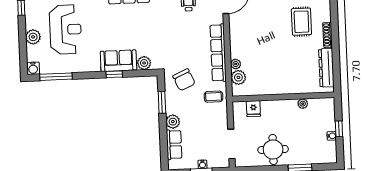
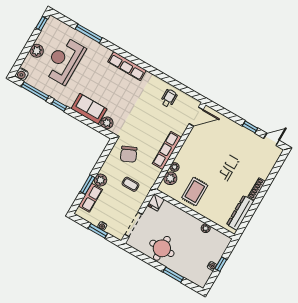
rug: (301, 22) -> (195, 191), moved
reception desk: (65, 29) -> (64, 61), turned 180
row of seats: (218, 53) -> (167, 150), width x0.73
window: (114, 74) -> (59, 105), moved
coffee table: (214, 97) -> (131, 184), moved
window: (162, 102) -> (88, 185), moved
fridge: (253, 109) -> (156, 202), moved

